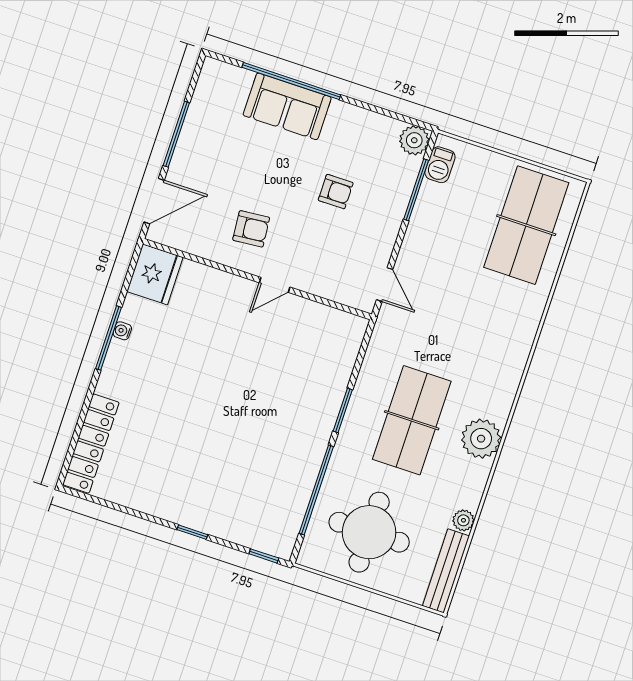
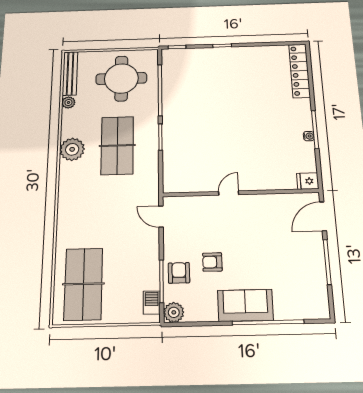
sofa: (287, 106) -> (245, 305), moved
armchair: (251, 229) -> (179, 273), moved, turned 95
fridge: (155, 274) -> (308, 181), width x0.53, depth x0.75

